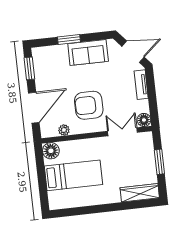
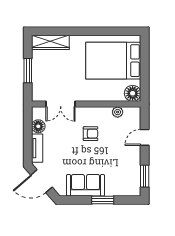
armchair: (89, 105) -> (91, 134), width x0.53, depth x0.53
door: (34, 108) -> (145, 137), width x0.53
floor lamp: (144, 120) -> (38, 126), moved
bed: (73, 175) -> (113, 61), width x1.50

